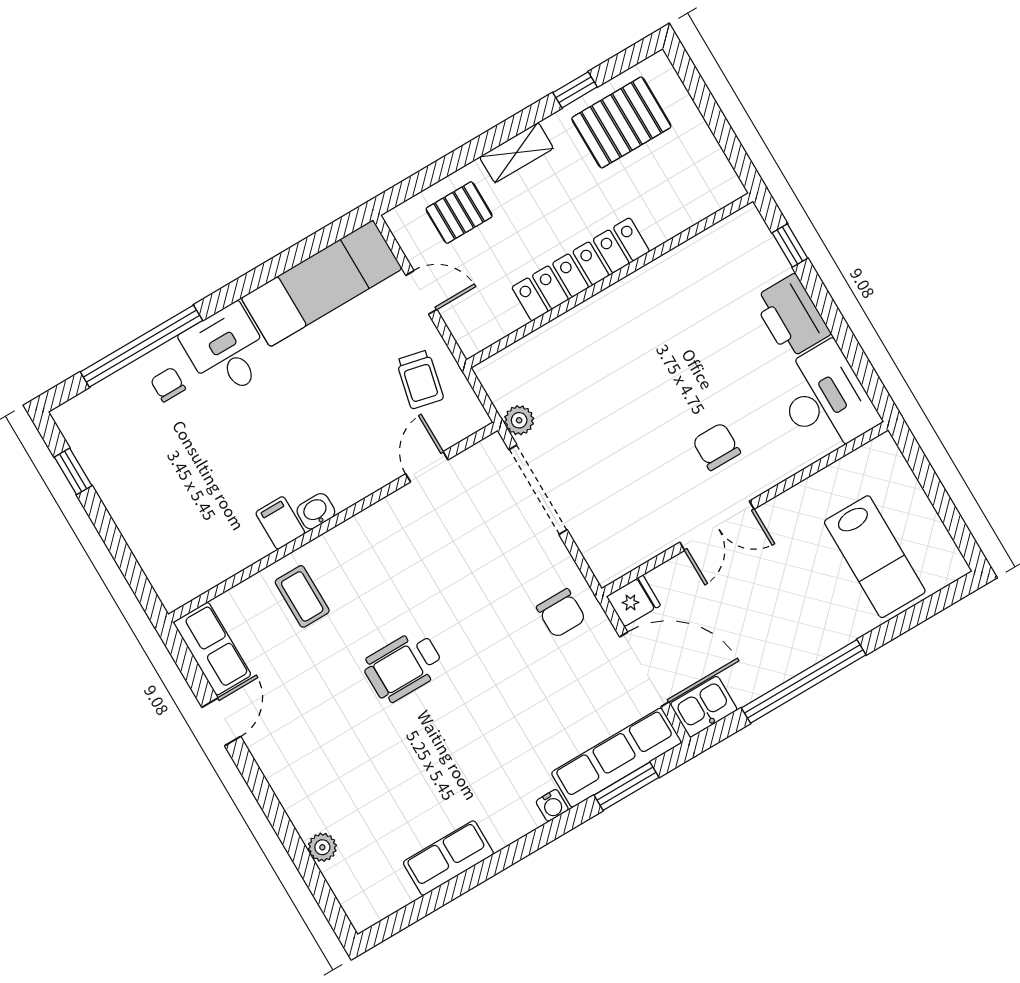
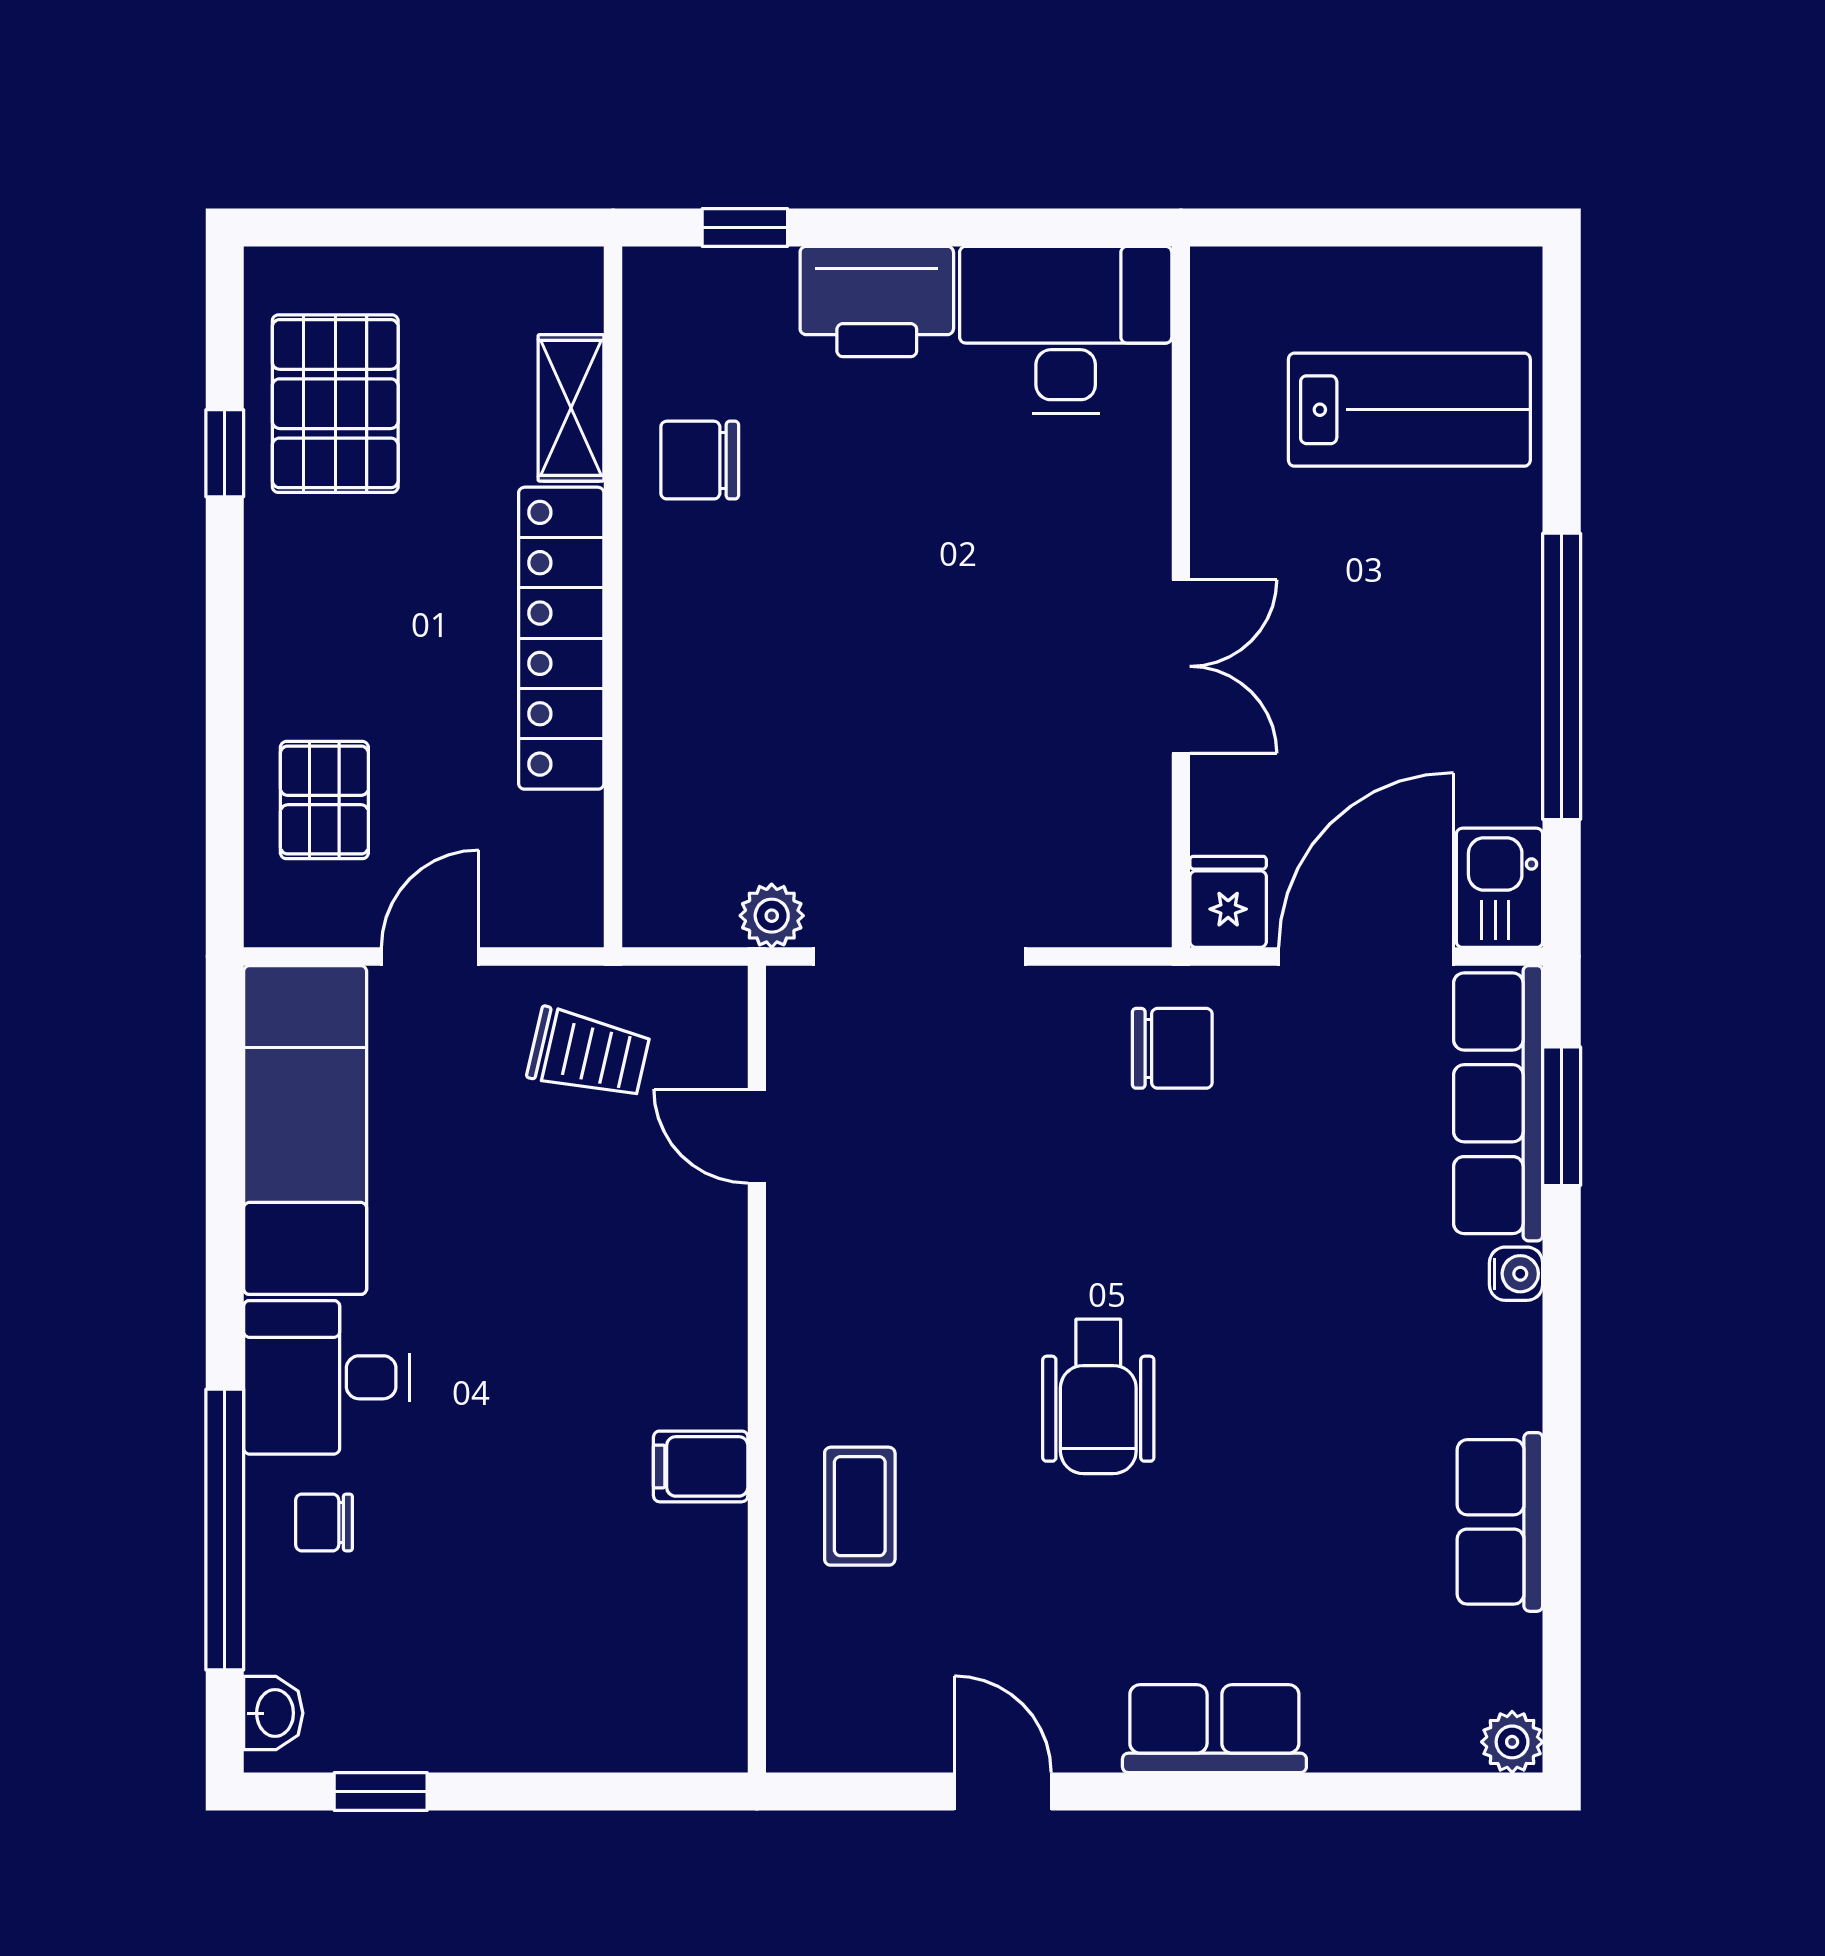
shelving: (516, 153) -> (571, 408), moved
chair: (716, 447) -> (700, 460), moved
washbasin: (316, 511) -> (273, 1713), moved, turned 180
coffee table: (302, 596) -> (860, 1506), turned 90
row of seats: (212, 649) -> (1214, 1729), moved
plant: (322, 847) -> (1512, 1742), moved

